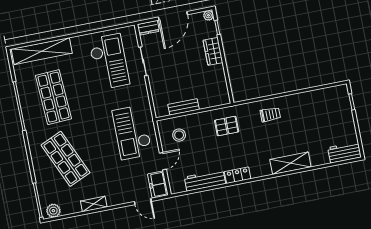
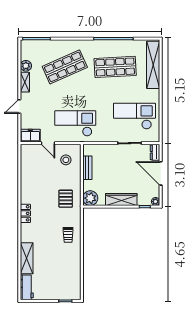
wardrobe: (213, 51) -> (121, 200), width x1.50
checkout: (109, 62) -> (134, 116), turned 180
plant: (220, 96) -> (90, 198), added
shelving: (290, 163) -> (27, 258), moved
locker: (238, 175) -> (25, 213), moved
workbench: (205, 180) -> (26, 173), removed
door: (143, 201) -> (19, 106), moved
plant: (53, 211) -> (26, 66), moved

